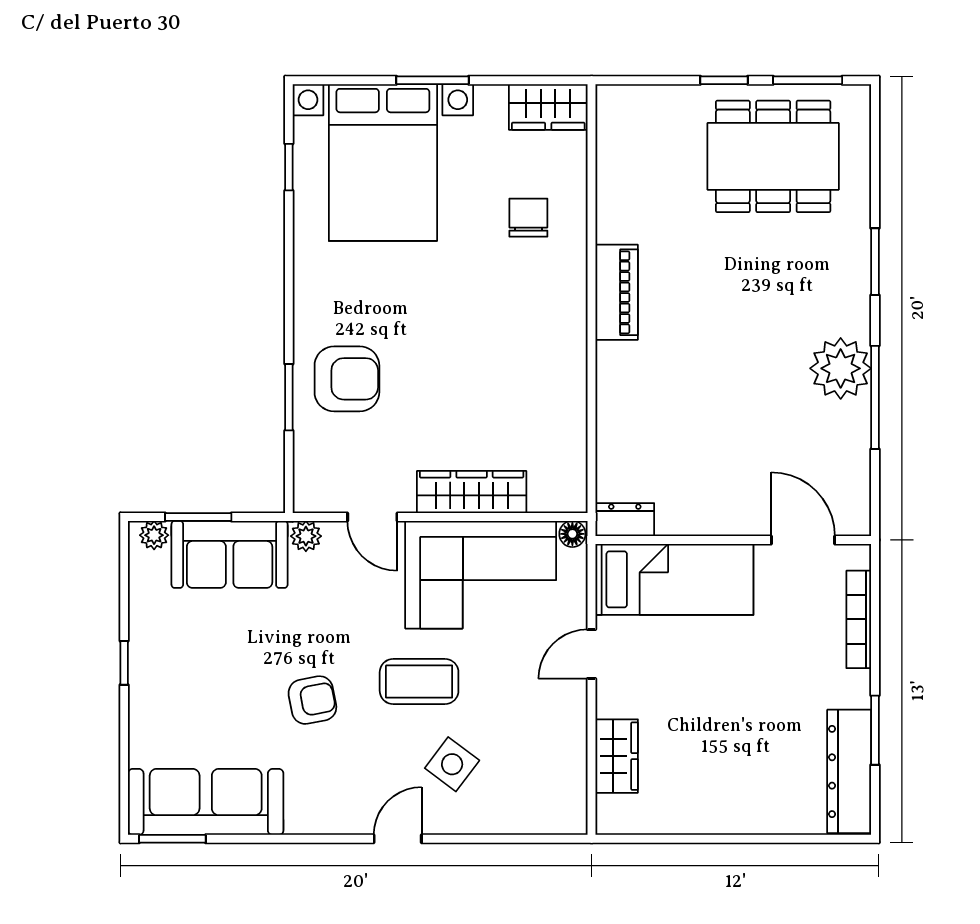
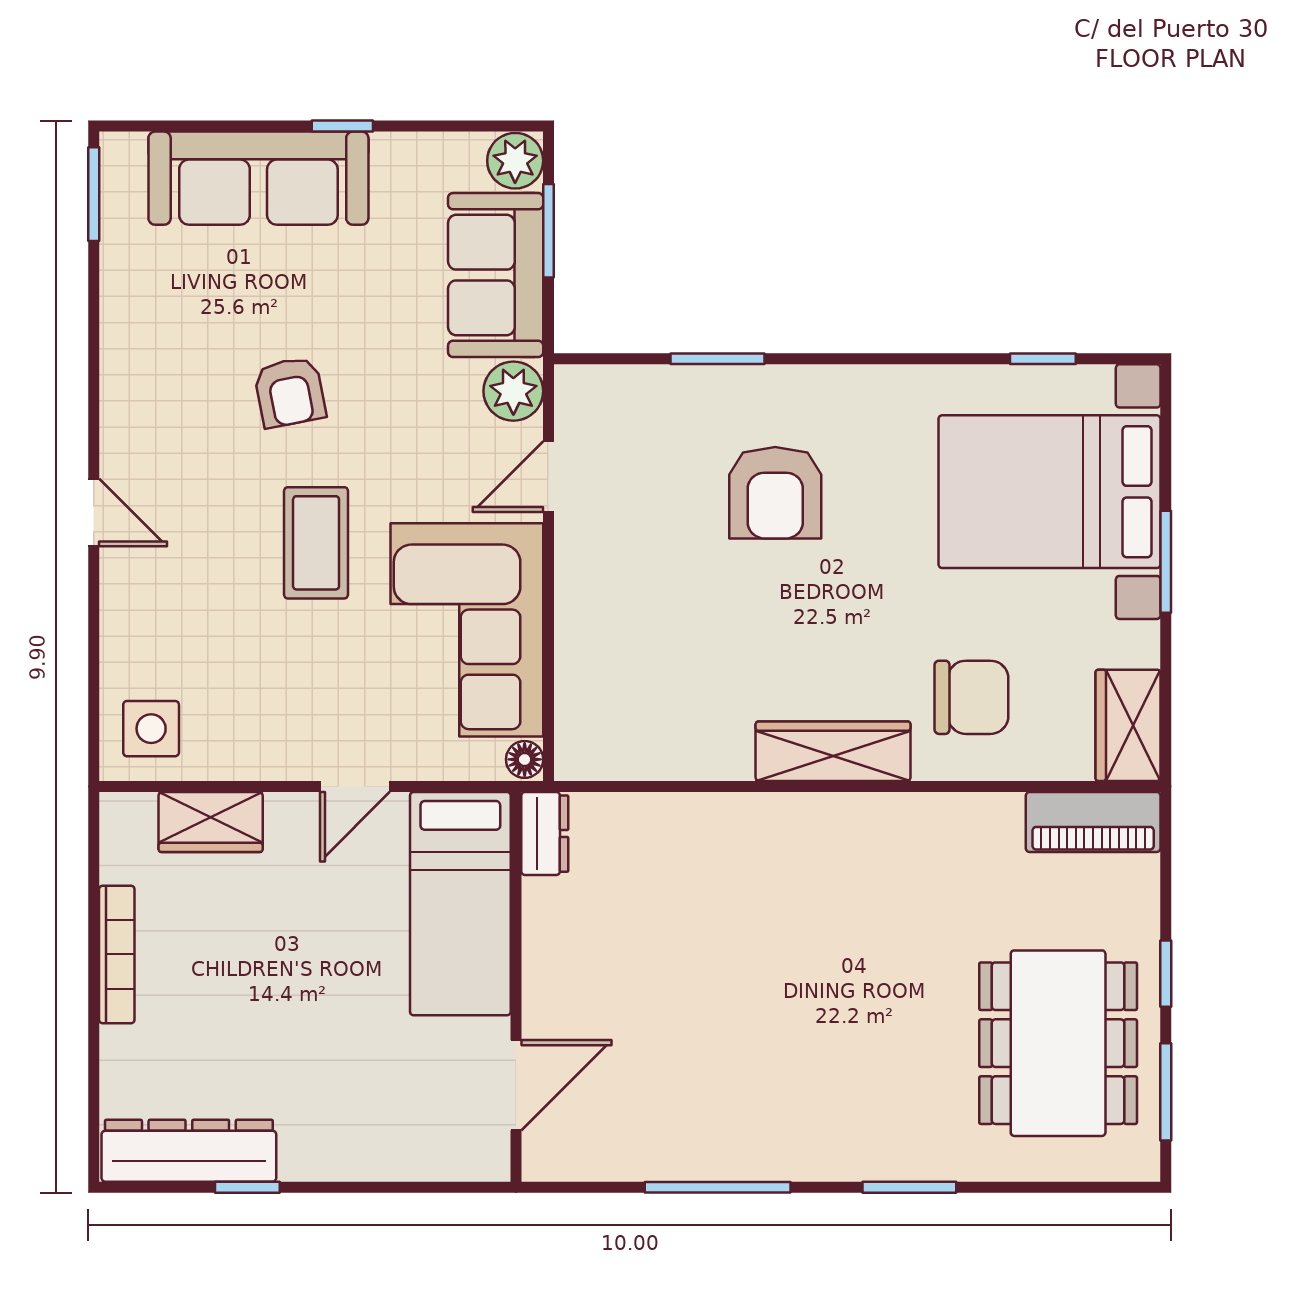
chair: (528, 218) -> (971, 697), width x1.37, depth x1.37
piano: (617, 292) -> (1093, 822), moved
plant: (841, 368) -> (758, 1138), removed
armchair: (347, 379) -> (775, 493), moved
wardrobe: (472, 492) -> (833, 751), moved, turned -90
plant: (154, 535) -> (515, 161), width x1.38, depth x1.38
plant: (306, 536) -> (513, 391), width x1.38, depth x1.38
bookcase: (859, 619) -> (117, 954), moved, turned 90
door: (592, 654) -> (355, 787), swing flipped
window: (875, 730) -> (247, 1187), width x0.67
side table: (452, 764) -> (151, 729), moved, turned -37
sofa: (206, 802) -> (258, 178), moved, turned 90

